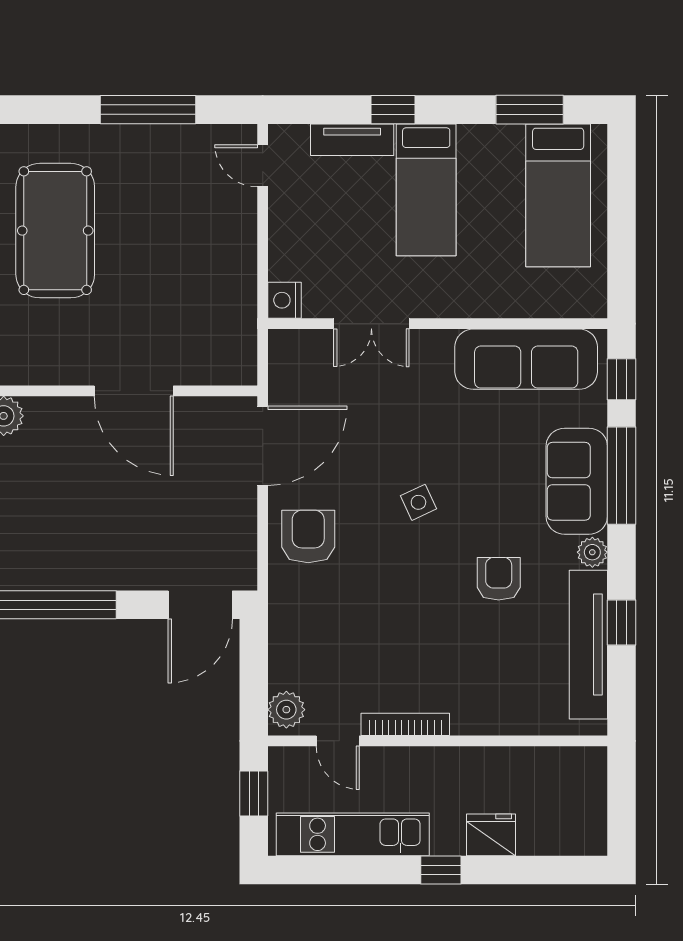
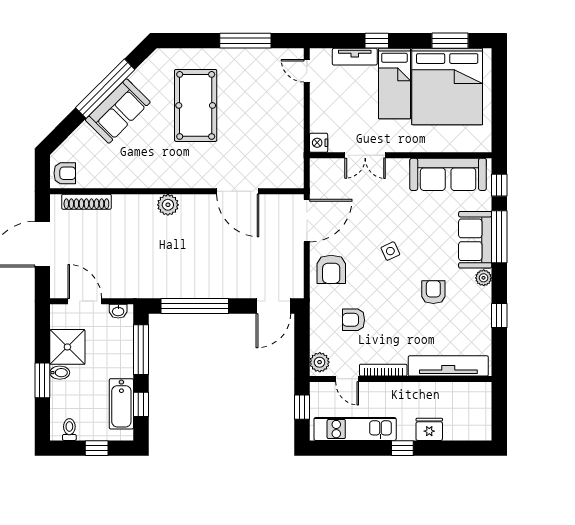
bed: (558, 195) -> (447, 87), width x2.04
armchair: (308, 536) -> (331, 269), turned 180
armchair: (350, 630) -> (354, 320), added
tv unit: (588, 645) -> (448, 366), moved, turned 90

